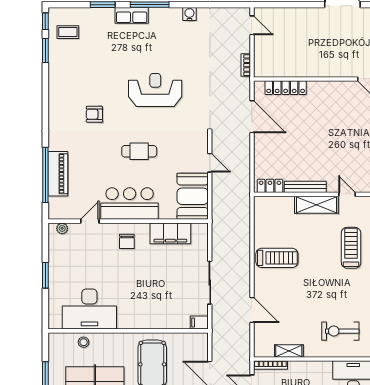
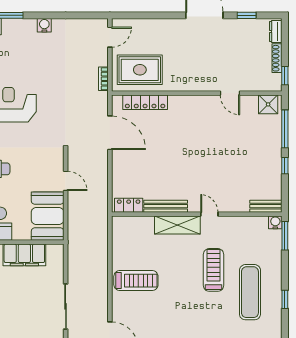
door: (252, 25) -> (110, 37), hinge flipped
rug: (281, 57) -> (140, 70), added

